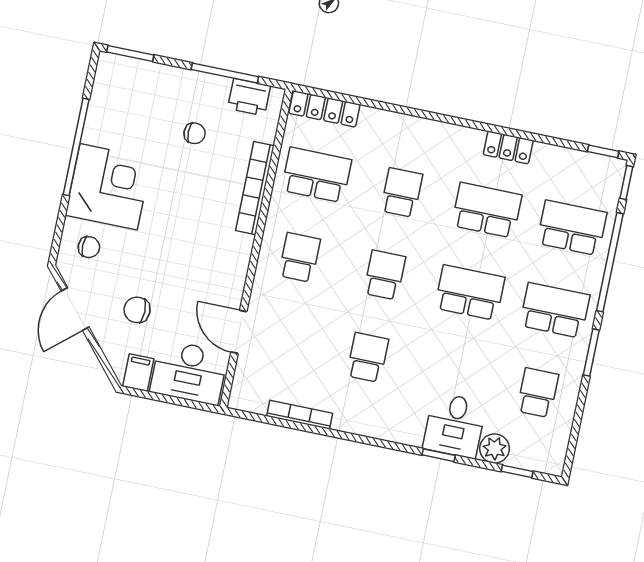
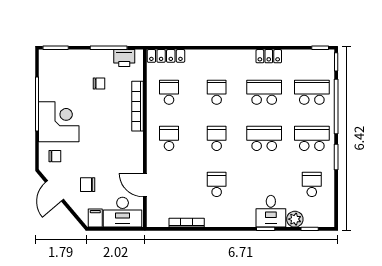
school desk: (317, 175) -> (169, 92), width x0.54

